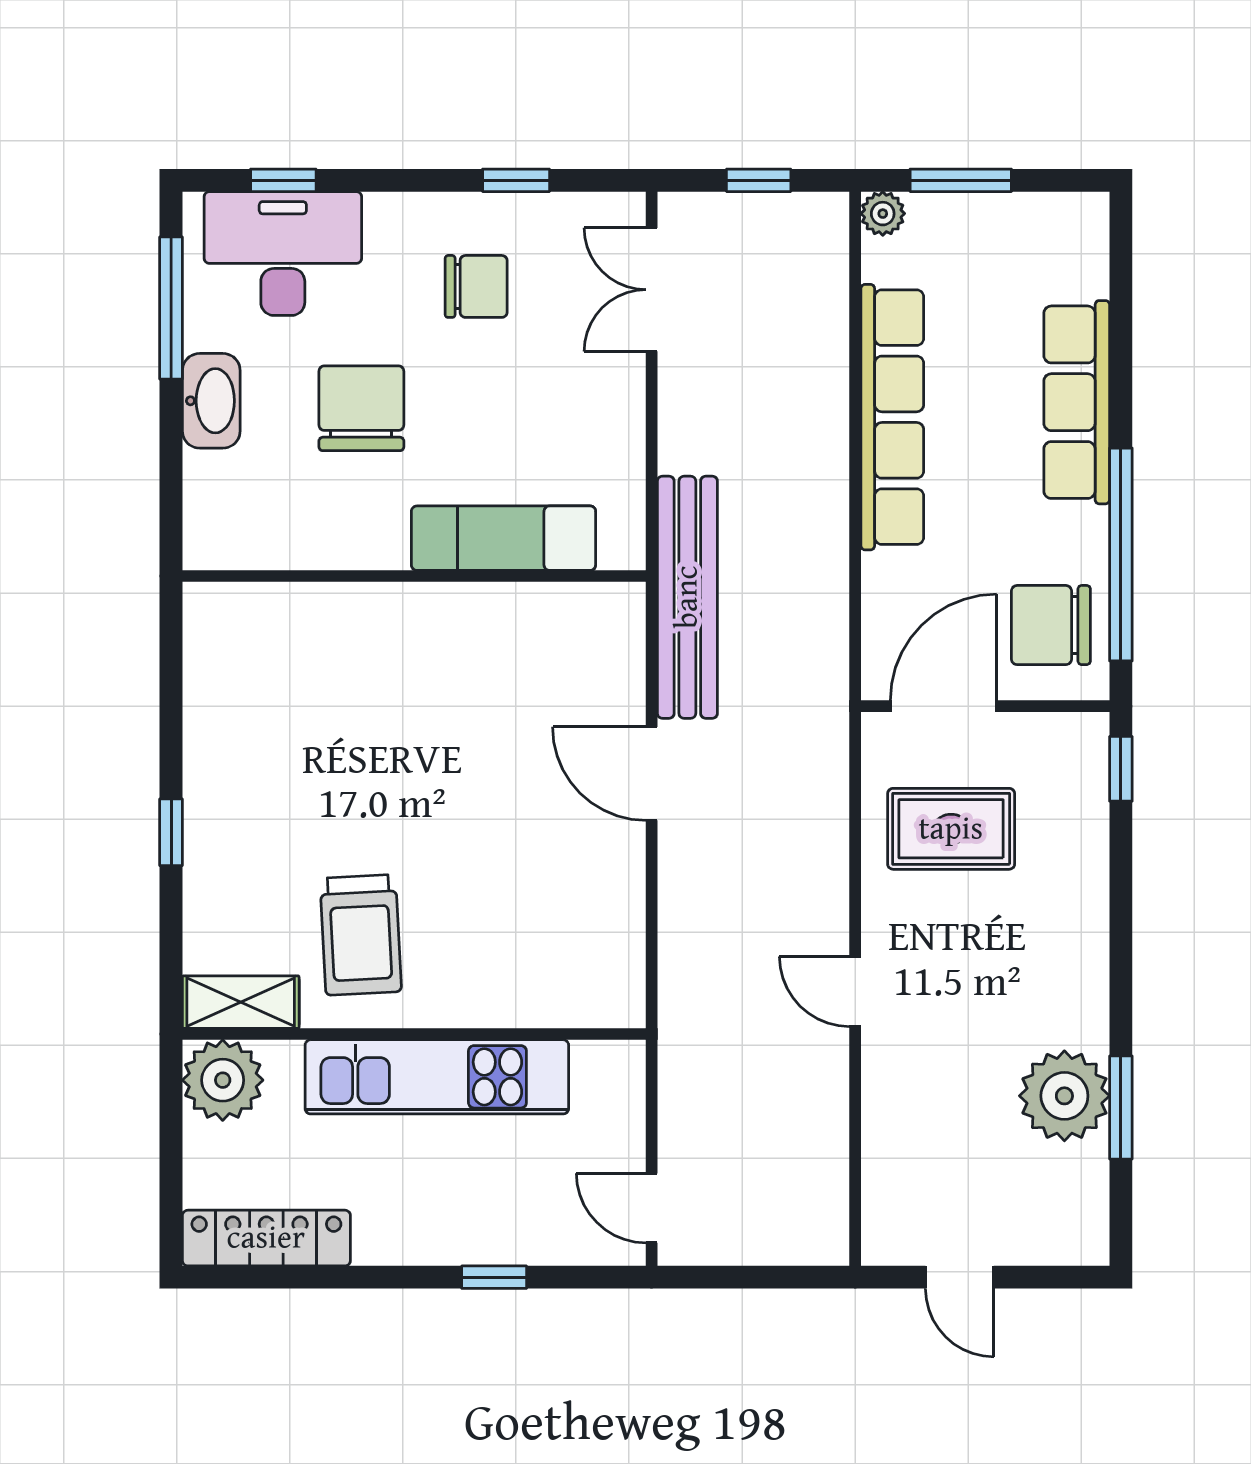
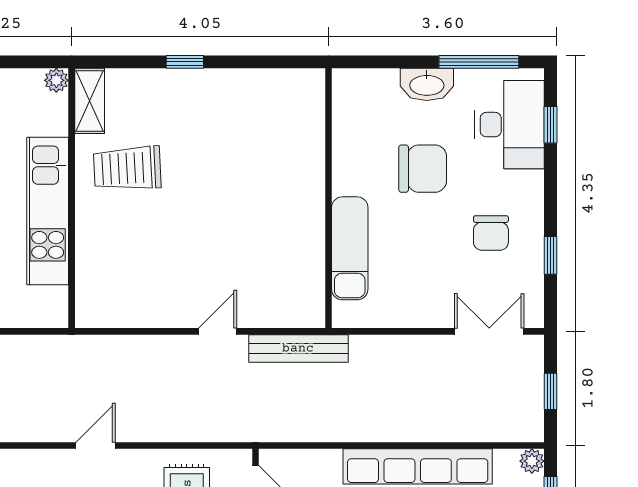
bench: (687, 597) -> (298, 348), width x0.73, depth x0.82
door: (652, 774) -> (218, 331), width x0.73
plant: (223, 1080) -> (56, 80), width x0.53, depth x0.53

